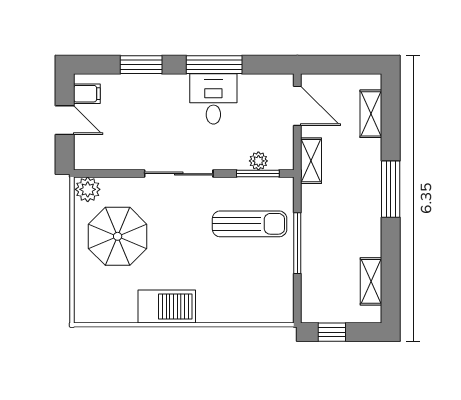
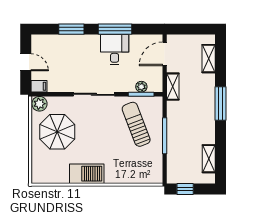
filing cabinet: (87, 94) -> (39, 86), moved
door: (297, 106) -> (165, 54), swing flipped
sun lounger: (250, 224) -> (136, 124), turned -111

